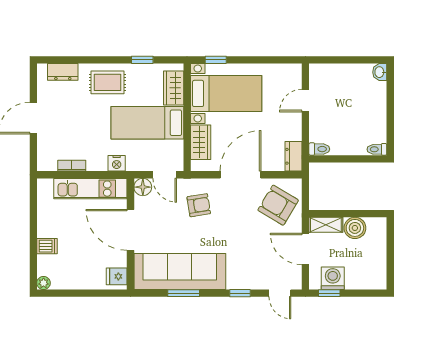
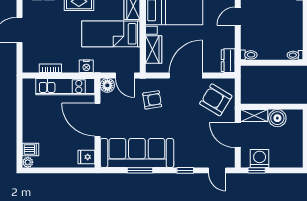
dishwasher: (47, 246) -> (30, 150), moved

